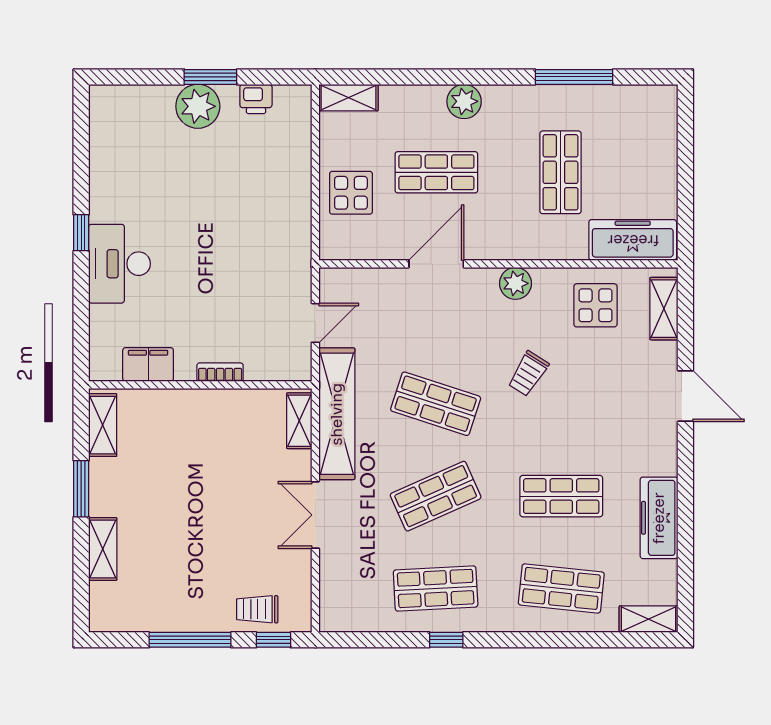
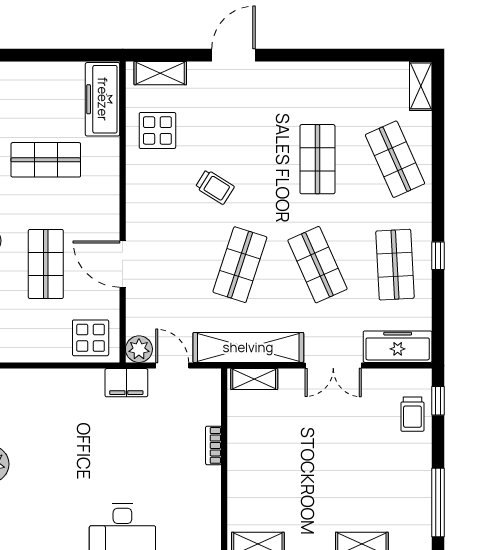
display table: (351, 193) -> (91, 338), moved
plant: (515, 283) -> (139, 349), moved
filing cabinet: (148, 365) -> (126, 383), moved, turned -90
freezer: (659, 518) -> (398, 347), moved, turned 180
shop shelf: (561, 588) -> (395, 159), turned -30
window: (190, 640) -> (438, 502), moved

